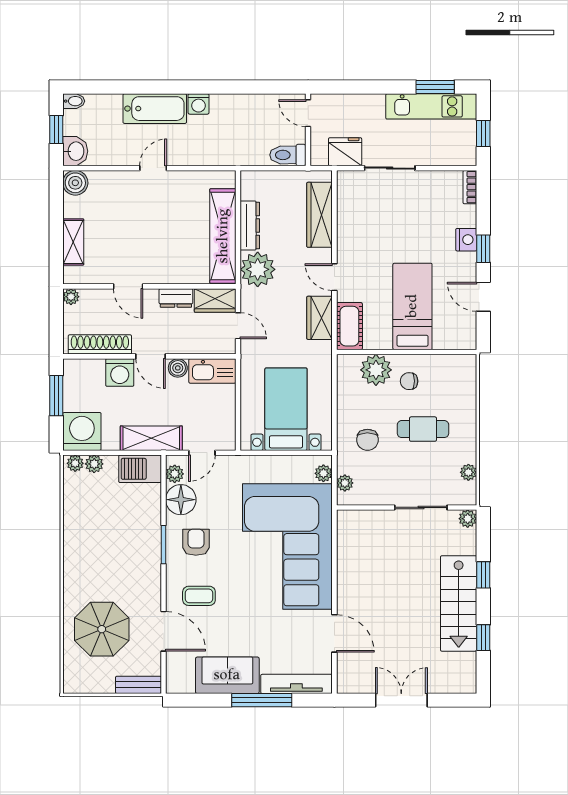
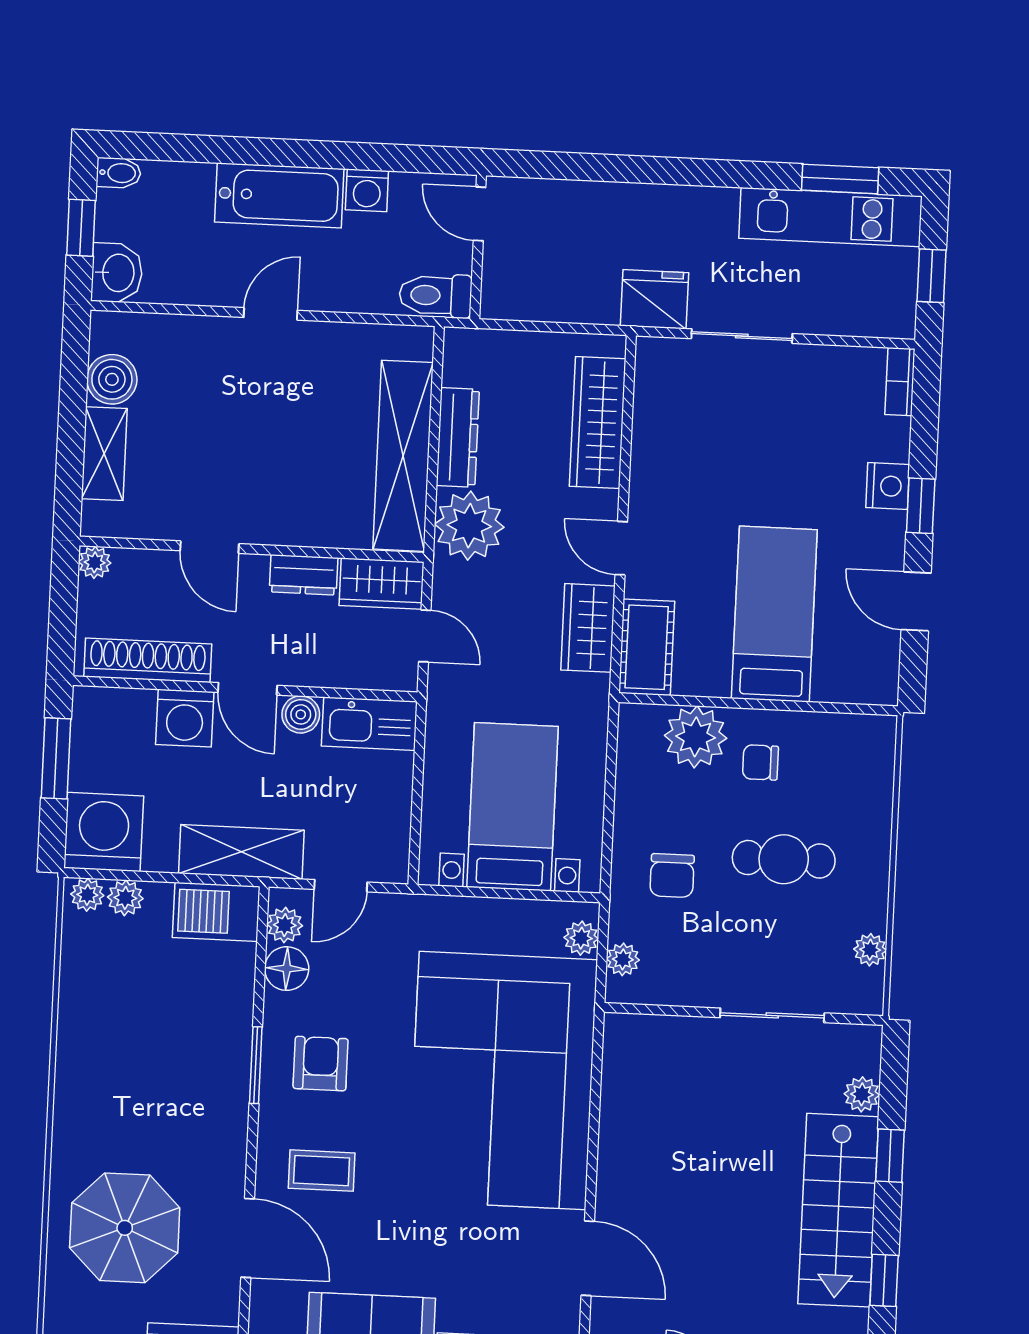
door: (308, 113) -> (480, 214), moved
wall: (308, 130) -> (478, 247), moved
toilet: (288, 155) -> (435, 295), moved
boiler: (75, 183) -> (112, 379), moved
floor lamp: (181, 500) -> (287, 969), width x0.73, depth x0.73
plant: (468, 519) -> (862, 1094), moved

